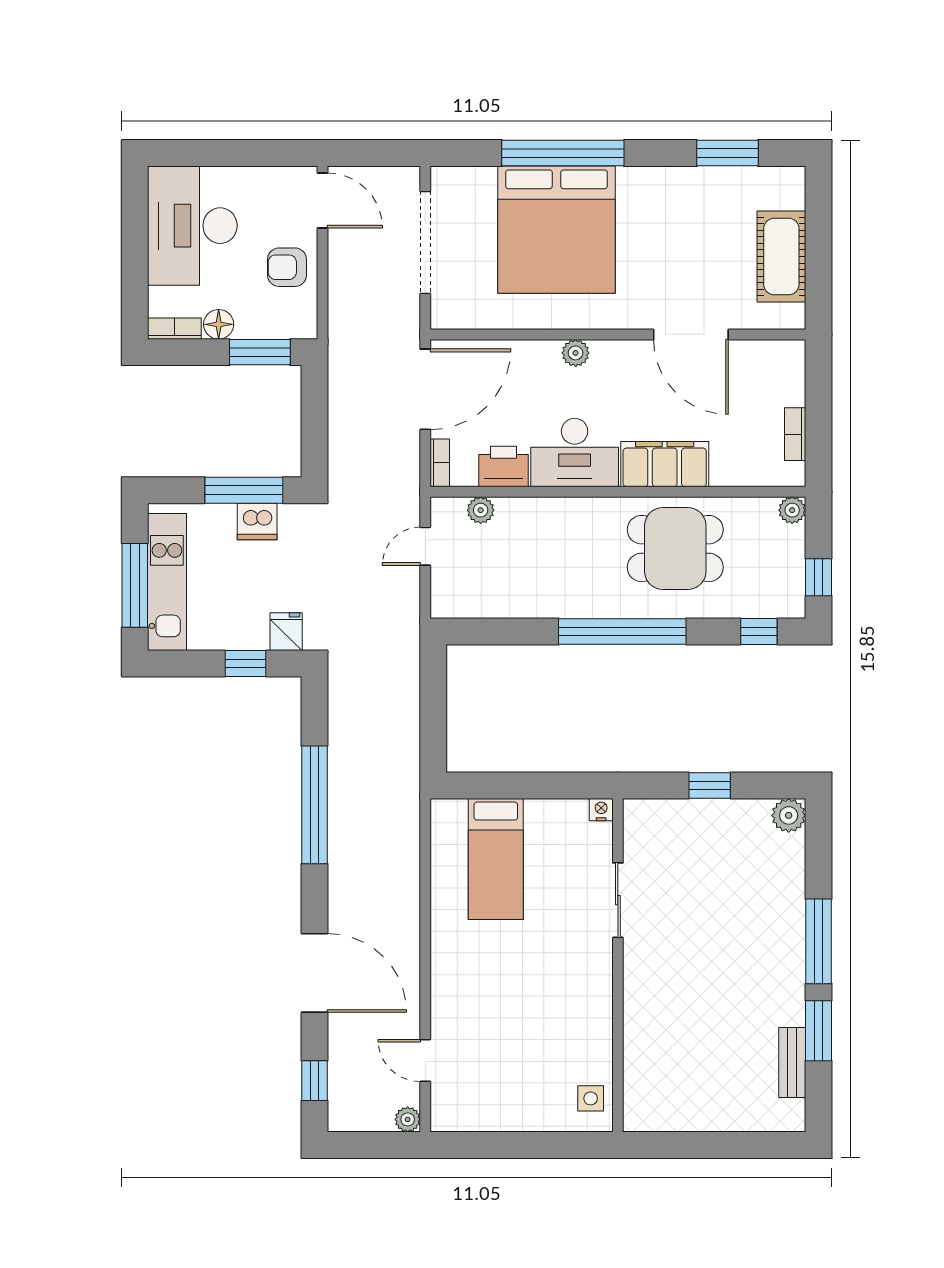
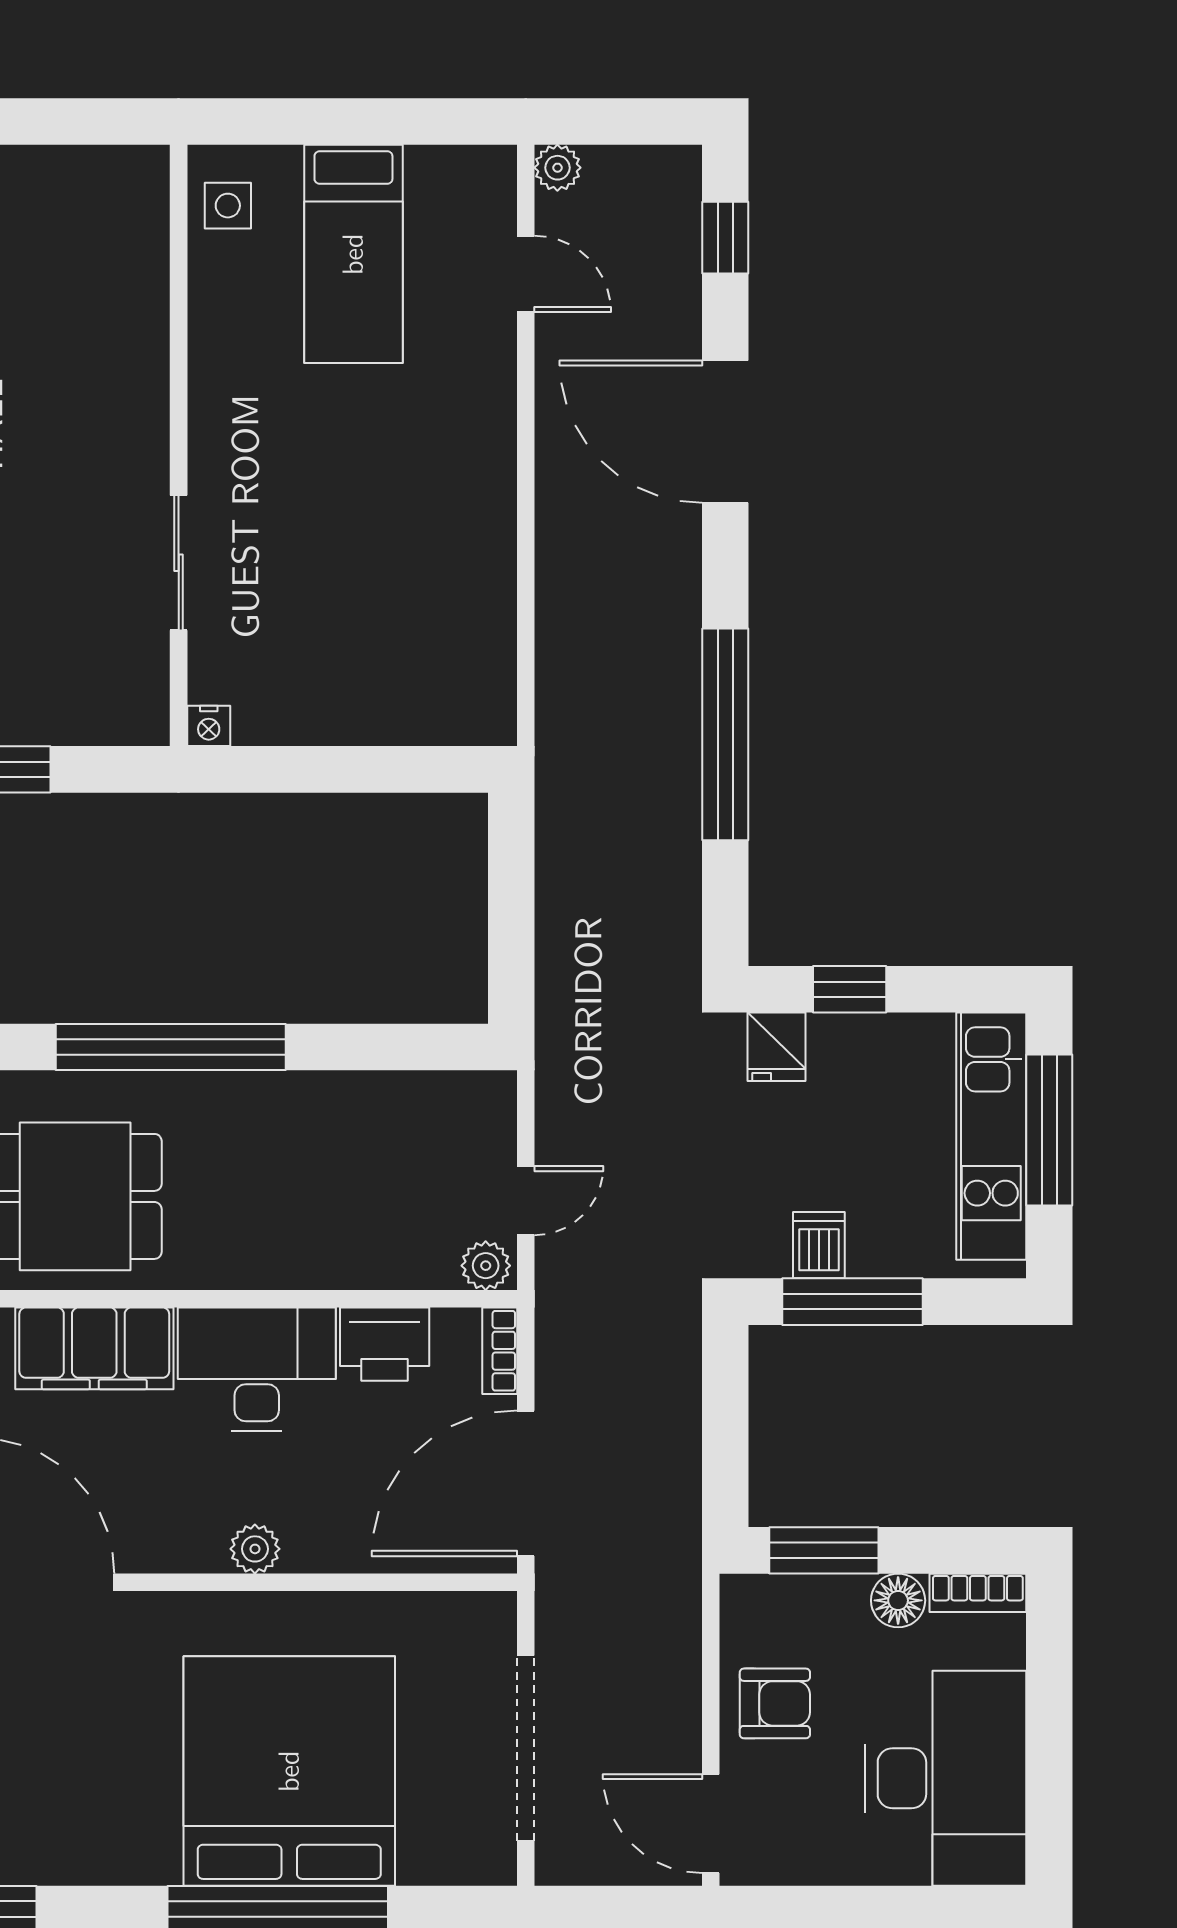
plant: (481, 510) -> (486, 1266), moved
dishwasher: (257, 521) -> (819, 1245), width x0.73
bed: (496, 859) -> (353, 254), moved, turned 180

